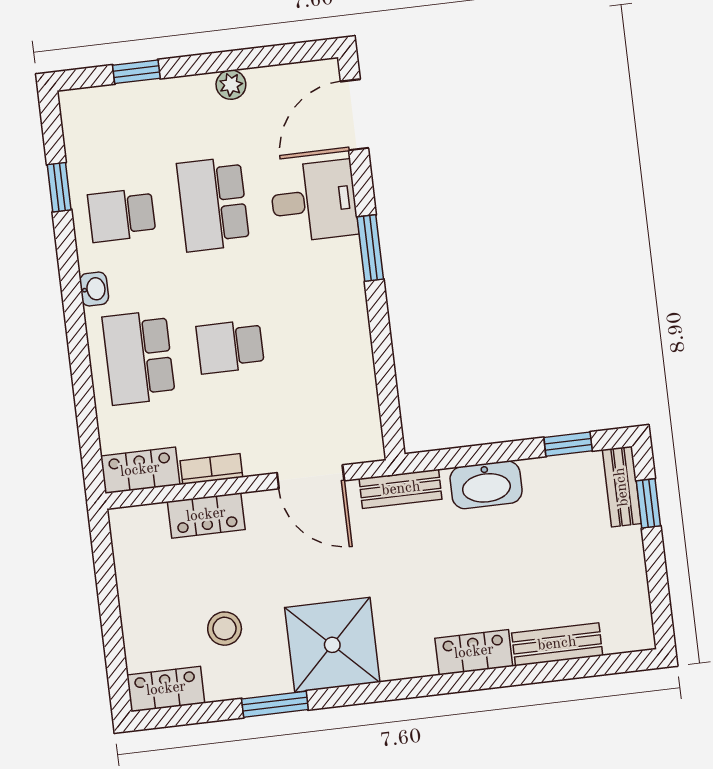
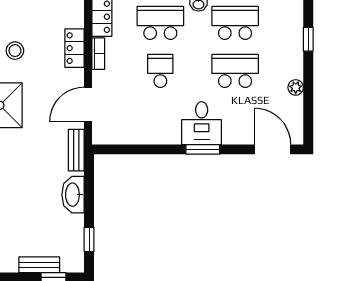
desk: (314, 201) -> (202, 123), moved
school desk: (122, 215) -> (235, 23), width x1.85
bench: (622, 487) -> (39, 265), moved

